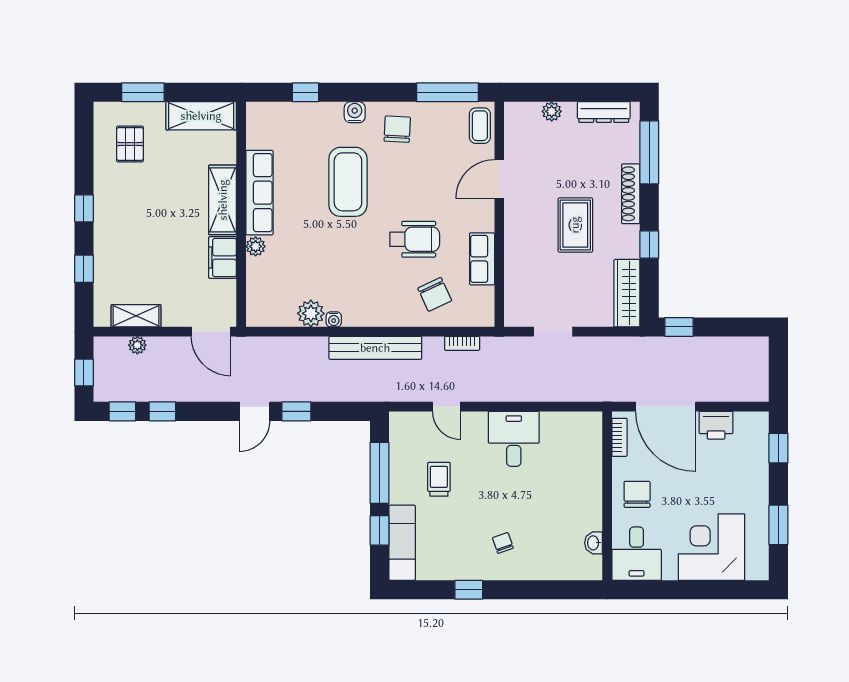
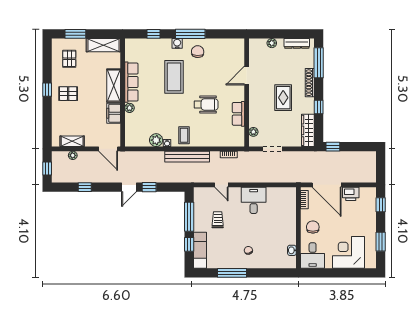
window: (447, 92) -> (190, 34), moved
coffee table: (480, 126) -> (184, 135), moved
pallet: (128, 217) -> (68, 94), added
window: (84, 269) -> (47, 119), removed
chair: (435, 294) -> (216, 131), removed
plant: (513, 296) -> (253, 132), added
window: (122, 411) -> (66, 187), removed
window: (469, 590) -> (232, 273), width x2.17

